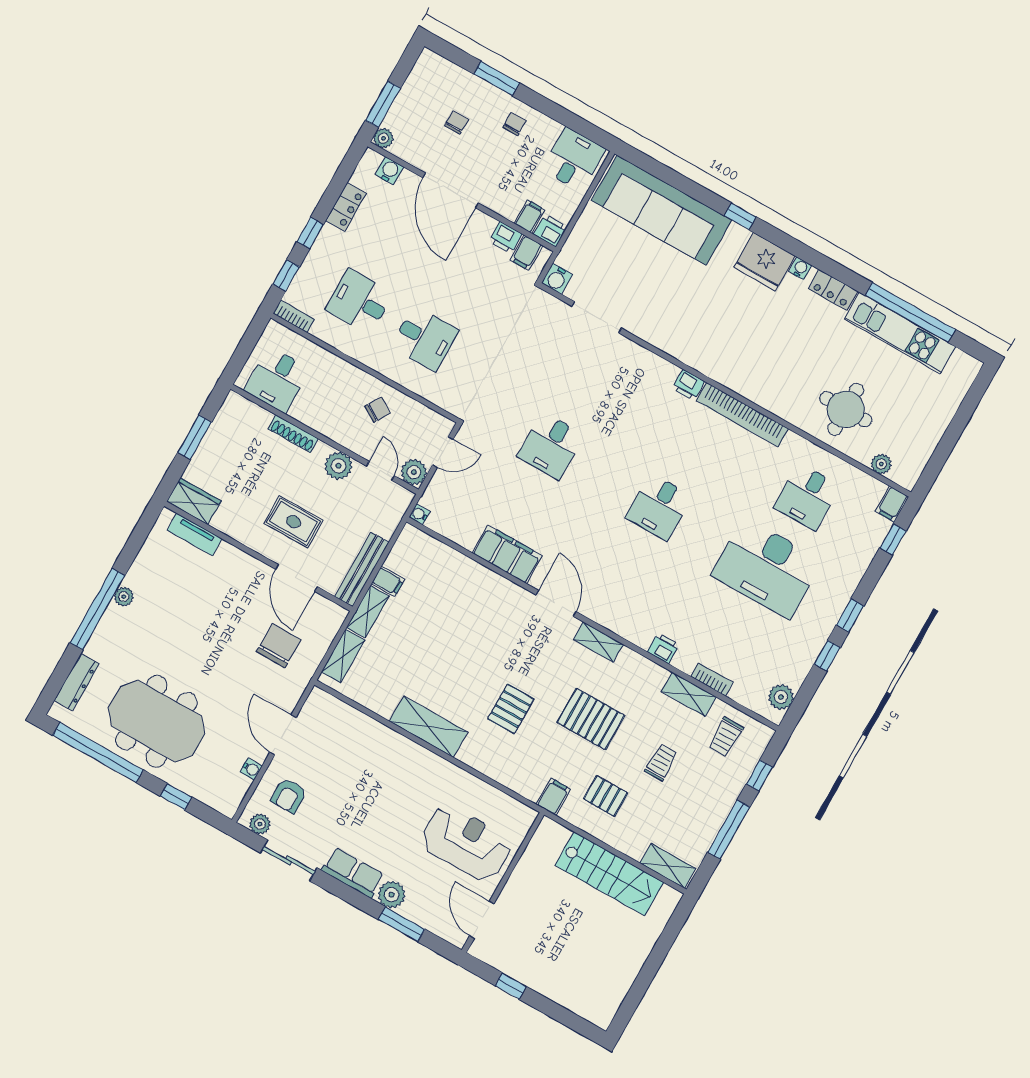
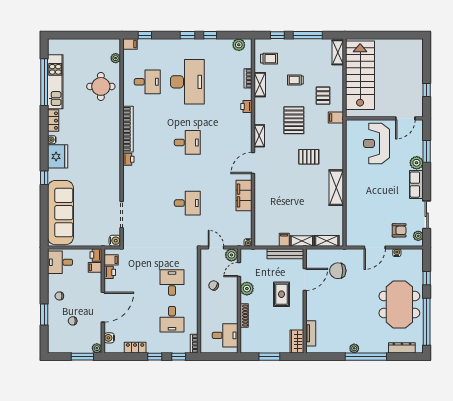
stairs: (609, 874) -> (360, 75), width x1.36, depth x1.51

